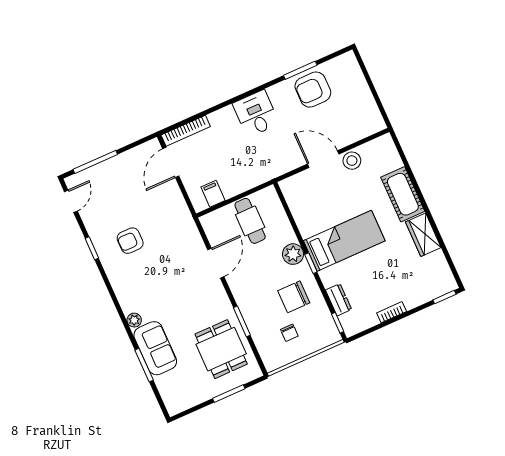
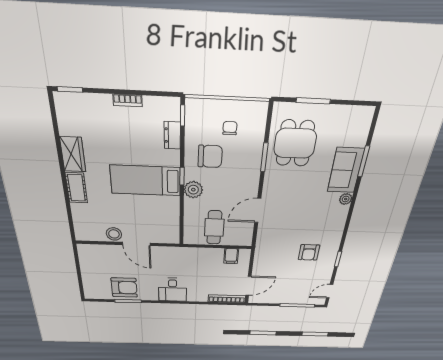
cot: (403, 194) -> (76, 188), width x0.73, depth x0.75
armchair: (130, 241) -> (309, 252), turned 90

